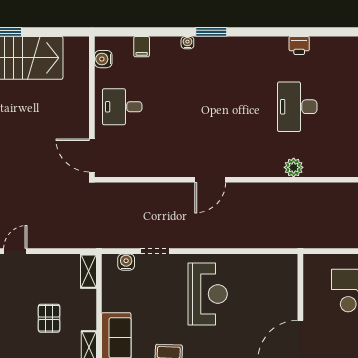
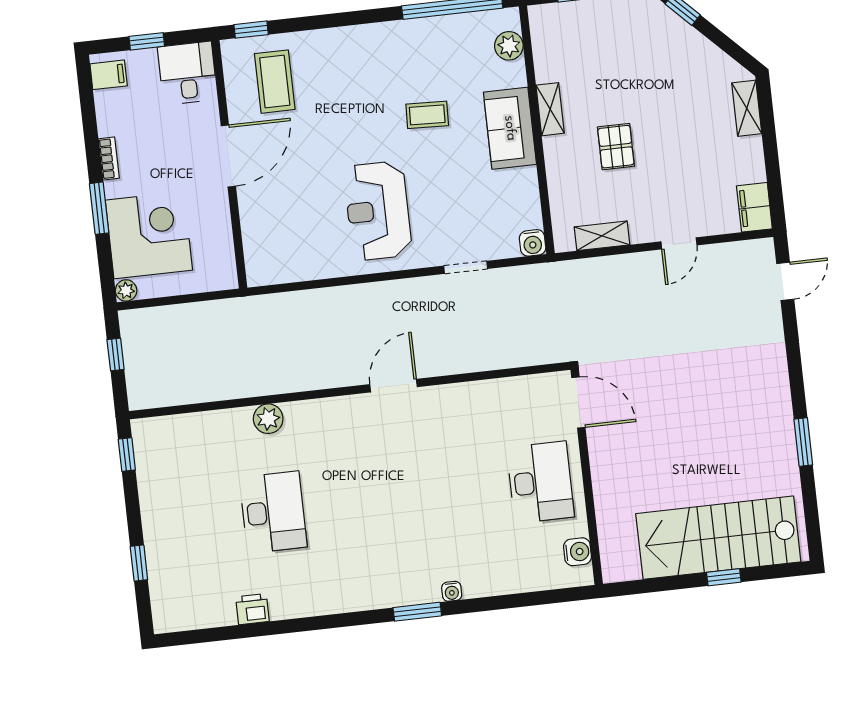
printer: (299, 45) -> (253, 609), moved
filing cabinet: (142, 47) -> (521, 577), removed
desk: (122, 107) -> (540, 482), width x1.37
water cooler: (126, 262) -> (533, 243), moved
shelving: (88, 271) -> (602, 236), moved, turned 90

